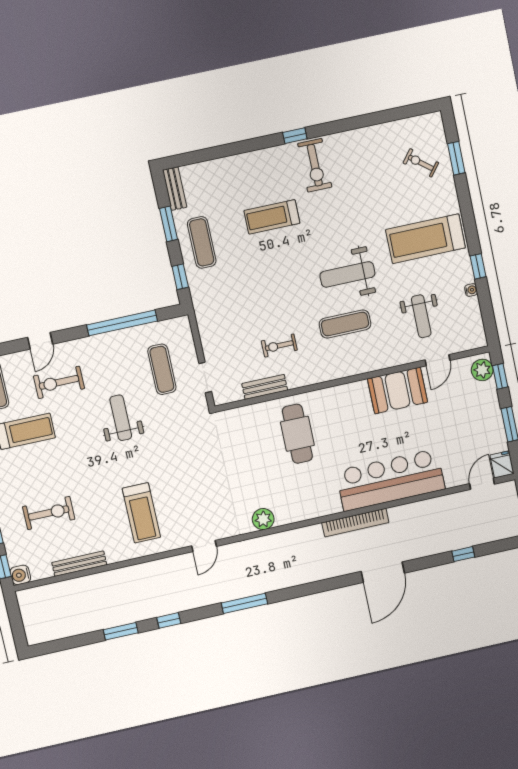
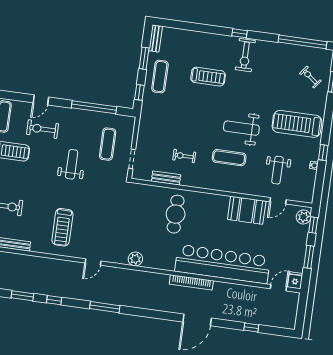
window: (391, 115) -> (302, 42), added
treadmill: (272, 217) -> (208, 77), turned 180
bar counter: (391, 480) -> (223, 264), width x1.36

